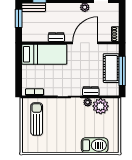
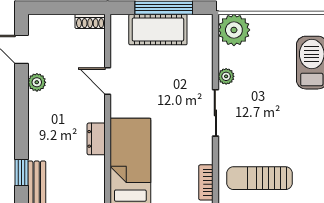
door: (85, 43) -> (108, 81), width x0.53
dresser: (91, 91) -> (204, 70), removed
plant: (101, 106) -> (234, 30), moved

